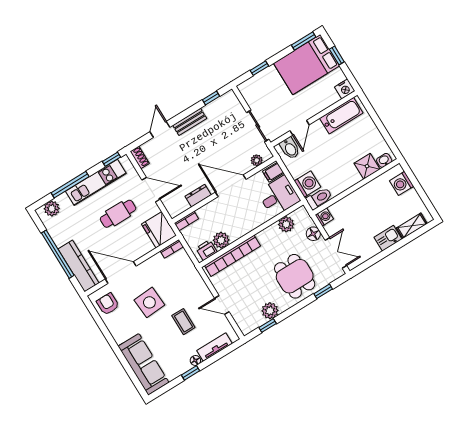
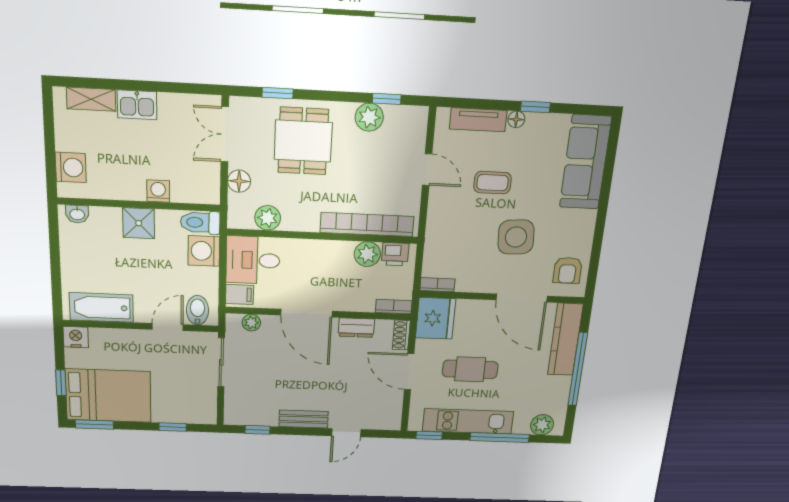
shoe rack: (140, 157) -> (401, 335), moved
shower: (367, 166) -> (139, 223), moved
washing machine: (324, 217) -> (158, 191), moved, turned 90
coffee table: (183, 322) -> (493, 183), turned 90

